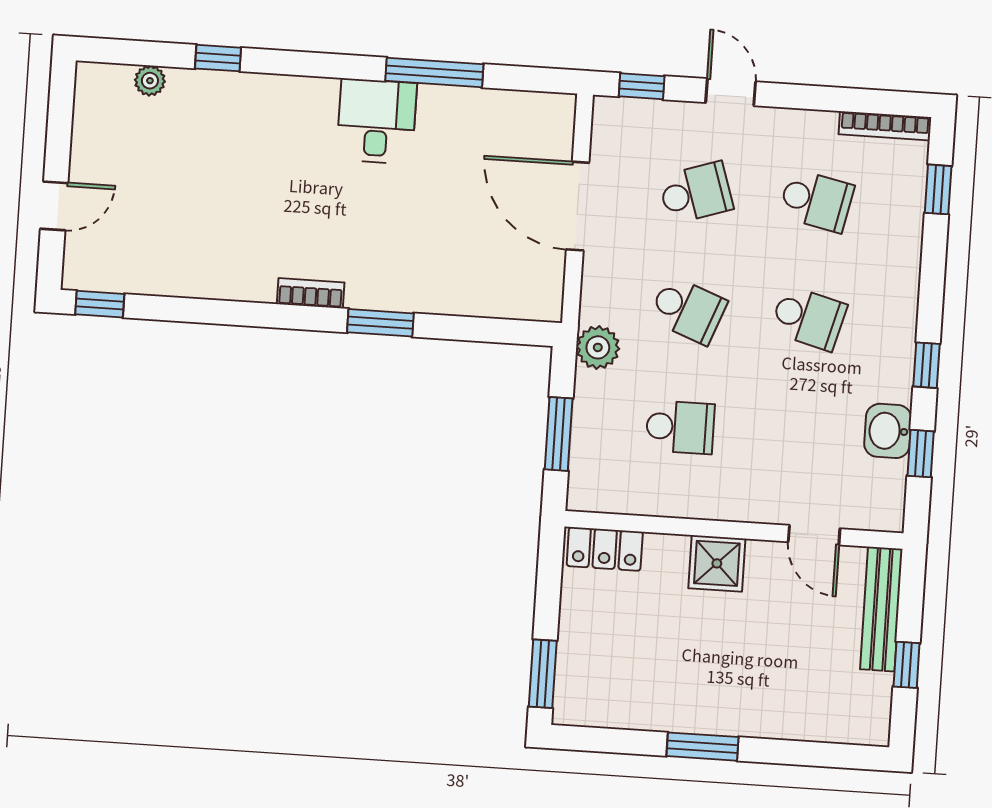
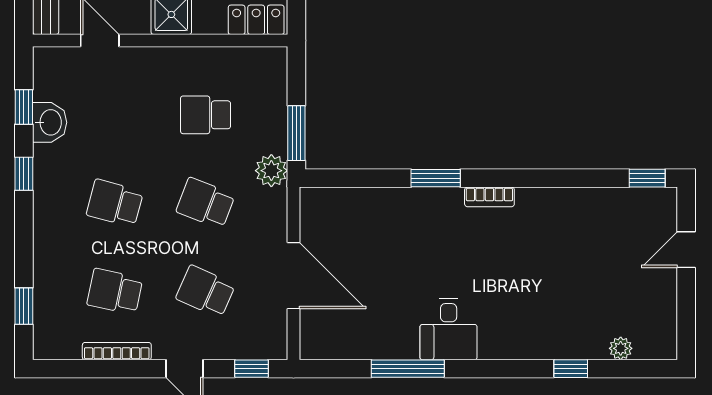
bookcase: (885, 126) -> (117, 351), moved
school desk: (696, 193) -> (206, 291), turned 42
window: (559, 434) -> (296, 133), moved

